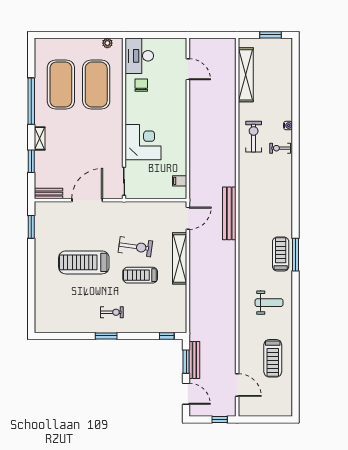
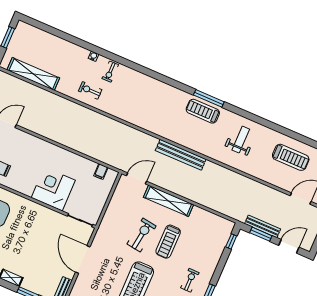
exercise bike: (254, 137) -> (90, 90), width x0.73, depth x0.72
bench: (229, 213) -> (181, 155), moved
door: (188, 218) -> (136, 178), hinge flipped

